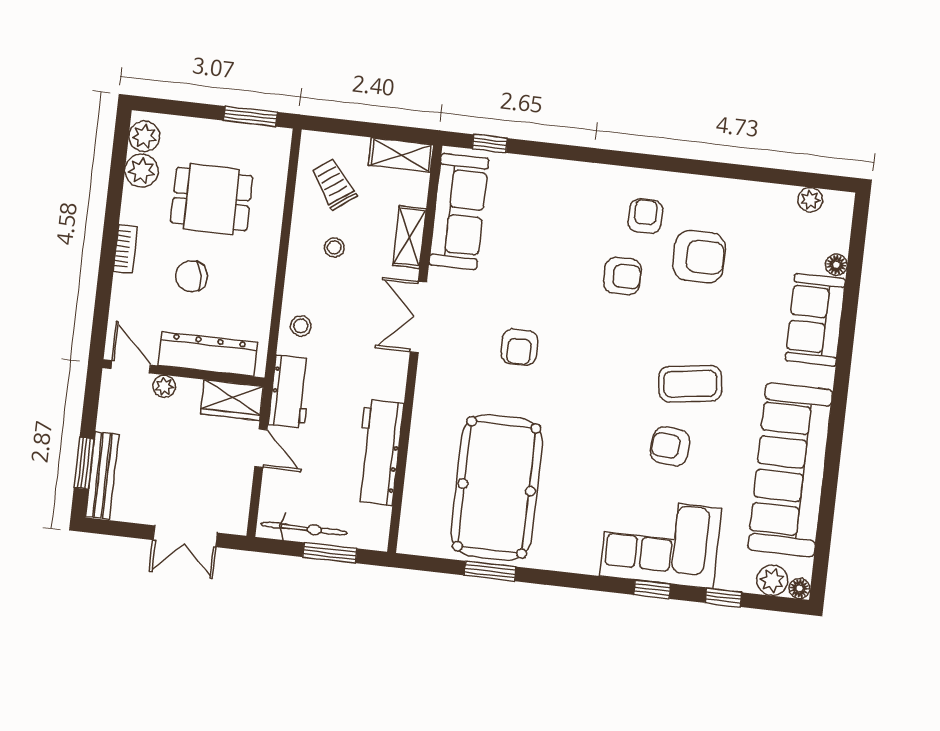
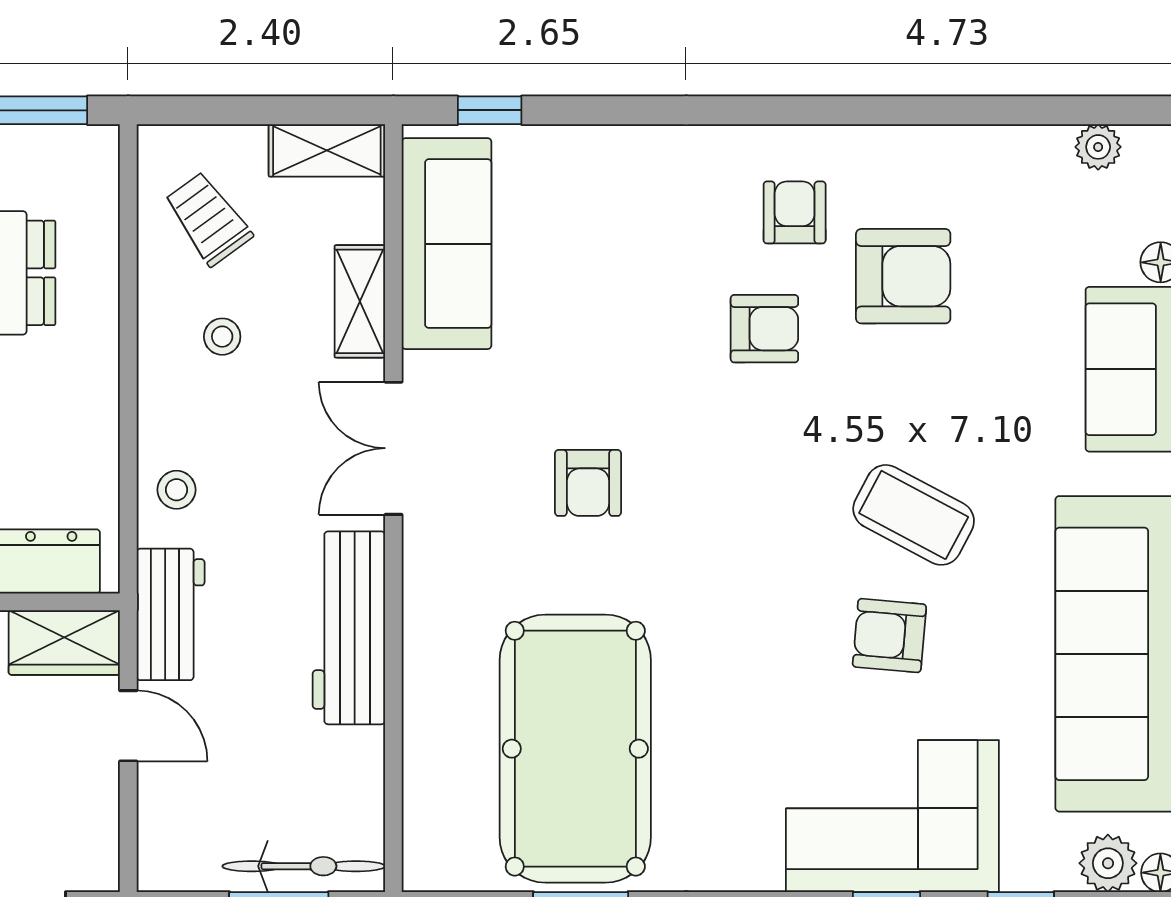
coffee table: (690, 384) -> (914, 515), turned 36
workbench: (379, 452) -> (349, 628), moved
bicycle: (304, 529) -> (304, 866), moved

